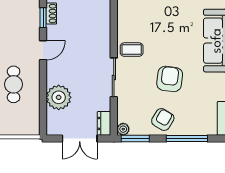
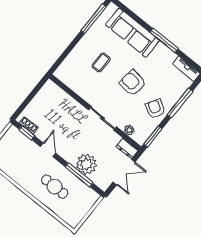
coffee table: (132, 50) -> (101, 62), moved
window: (43, 99) -> (79, 175), added
plant: (123, 129) -> (129, 130), moved

